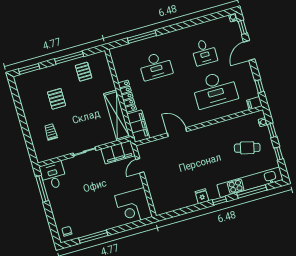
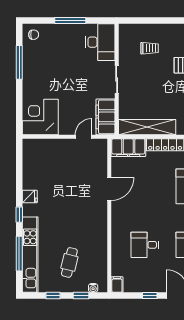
window: (259, 86) -> (150, 296), moved
desk: (215, 89) -> (145, 245), width x0.53, depth x0.77
door: (140, 166) -> (84, 137), hinge flipped
desk: (53, 175) -> (100, 42), width x1.37
window: (42, 189) -> (70, 21), moved

